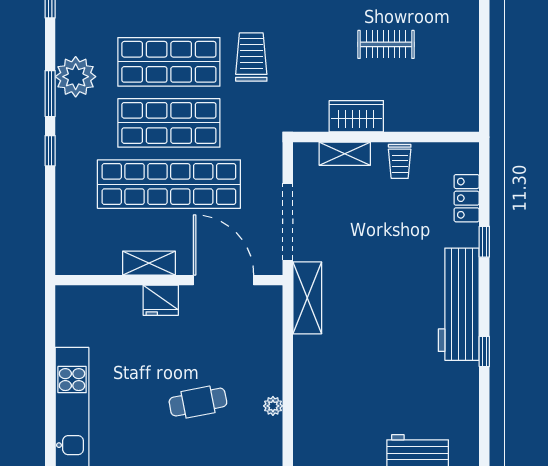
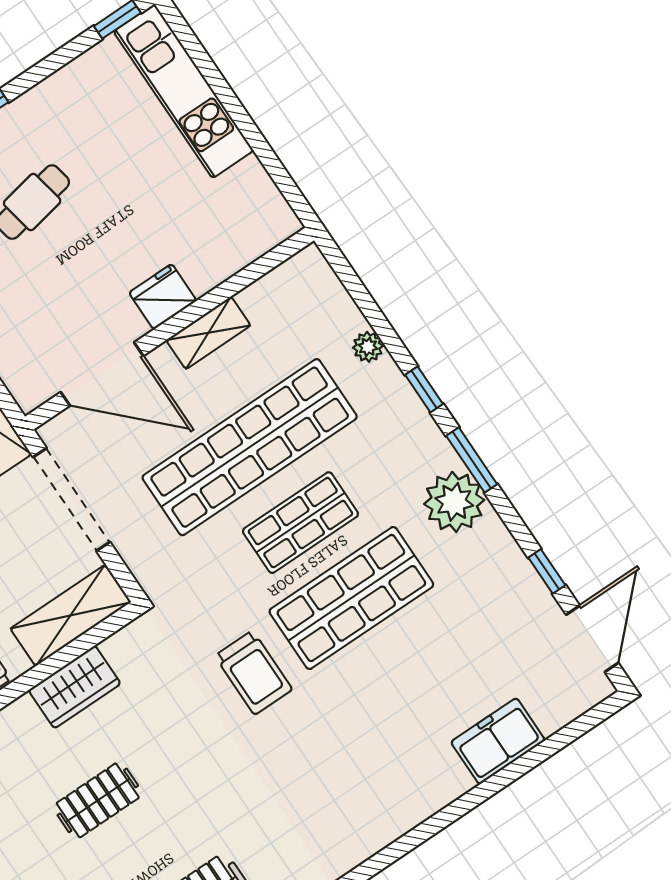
shop shelf: (169, 123) -> (300, 523), width x0.70, depth x0.74
shelving: (345, 154) -> (70, 616), width x1.50, depth x1.33
plant: (65, 195) -> (368, 347), added

